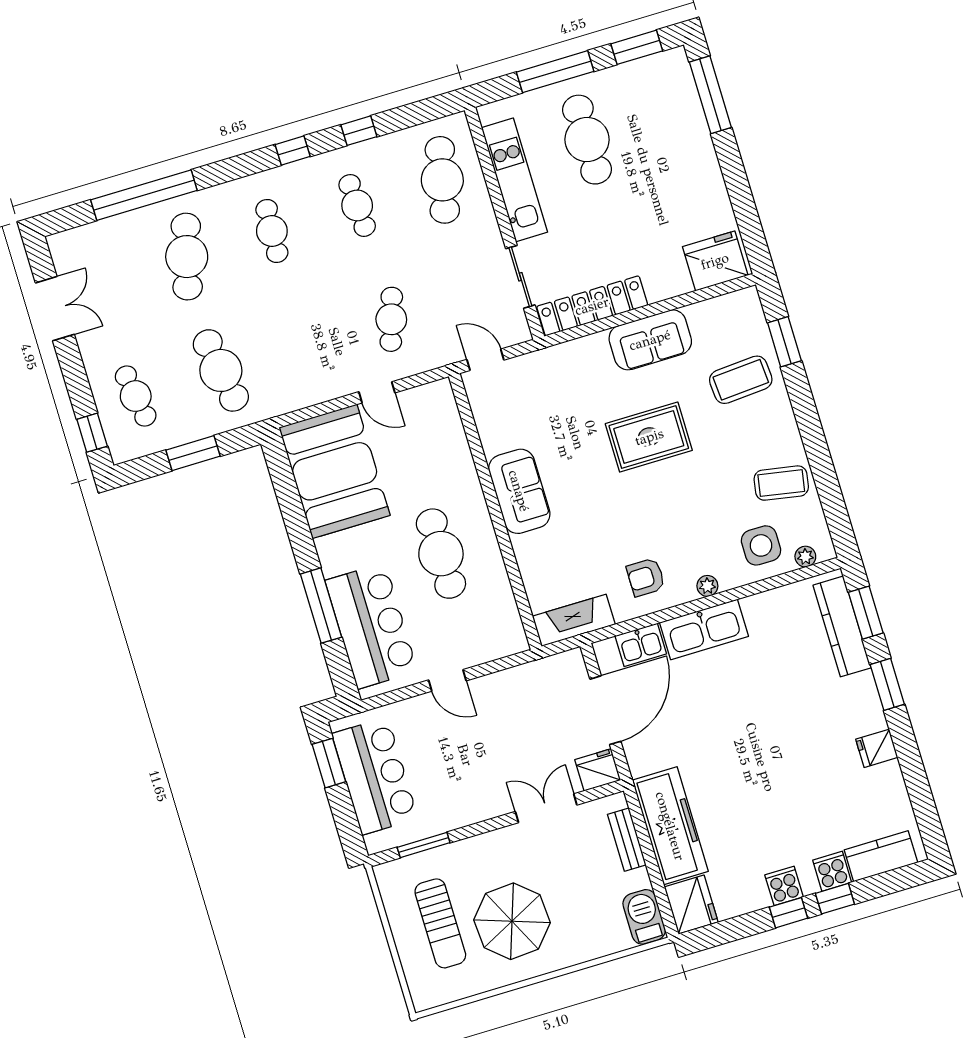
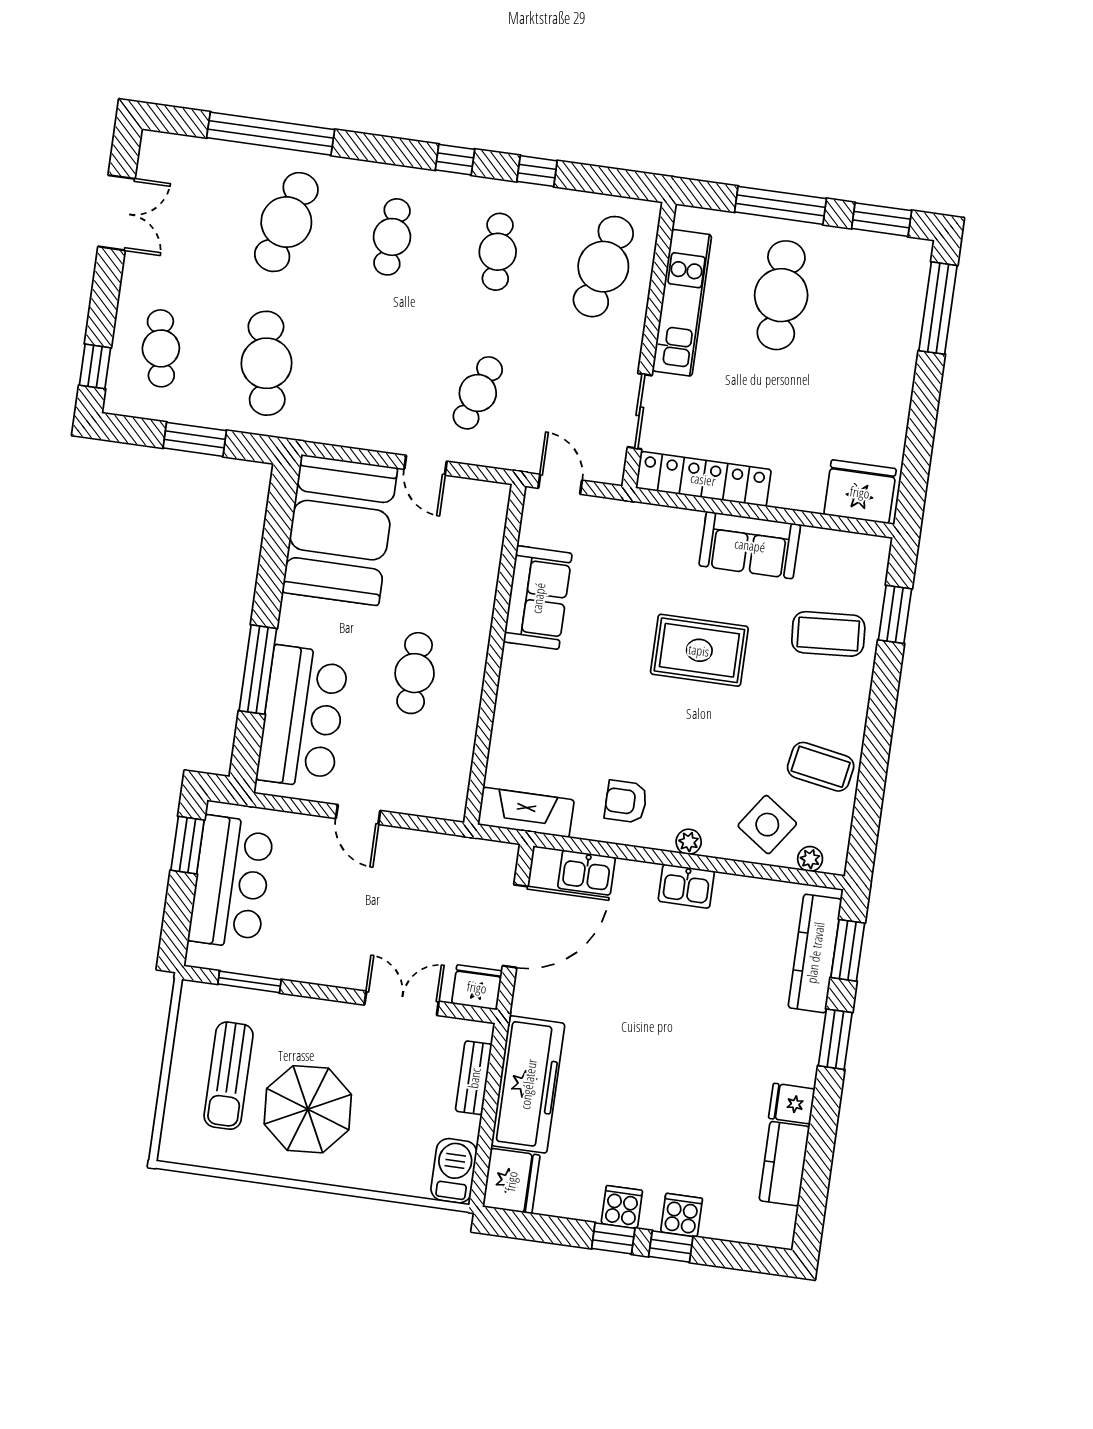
sofa: (519, 491) -> (538, 598), moved
side table: (761, 545) -> (767, 825), turned 35
cafe table: (441, 554) -> (415, 673), width x0.73, depth x0.74
kitchen sink: (704, 629) -> (686, 886), width x0.53, depth x0.81
kitchen counter: (881, 856) -> (784, 1164), moved, turned -90

